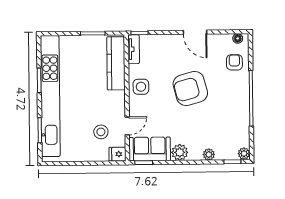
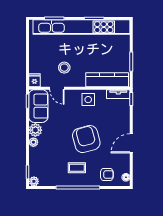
coffee table: (226, 100) -> (77, 168), added
stool: (101, 132) -> (64, 68), moved
plant: (209, 154) -> (33, 142), moved

